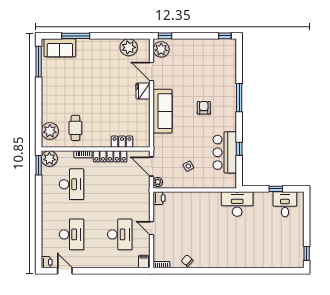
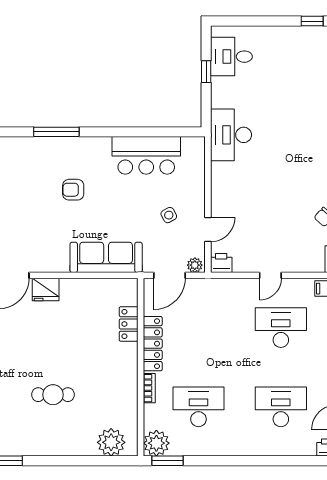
sofa: (163, 111) -> (106, 257), moved
cafe table: (75, 128) -> (53, 395), moved
window: (239, 149) -> (140, 132), removed
door: (180, 190) -> (208, 230), added

